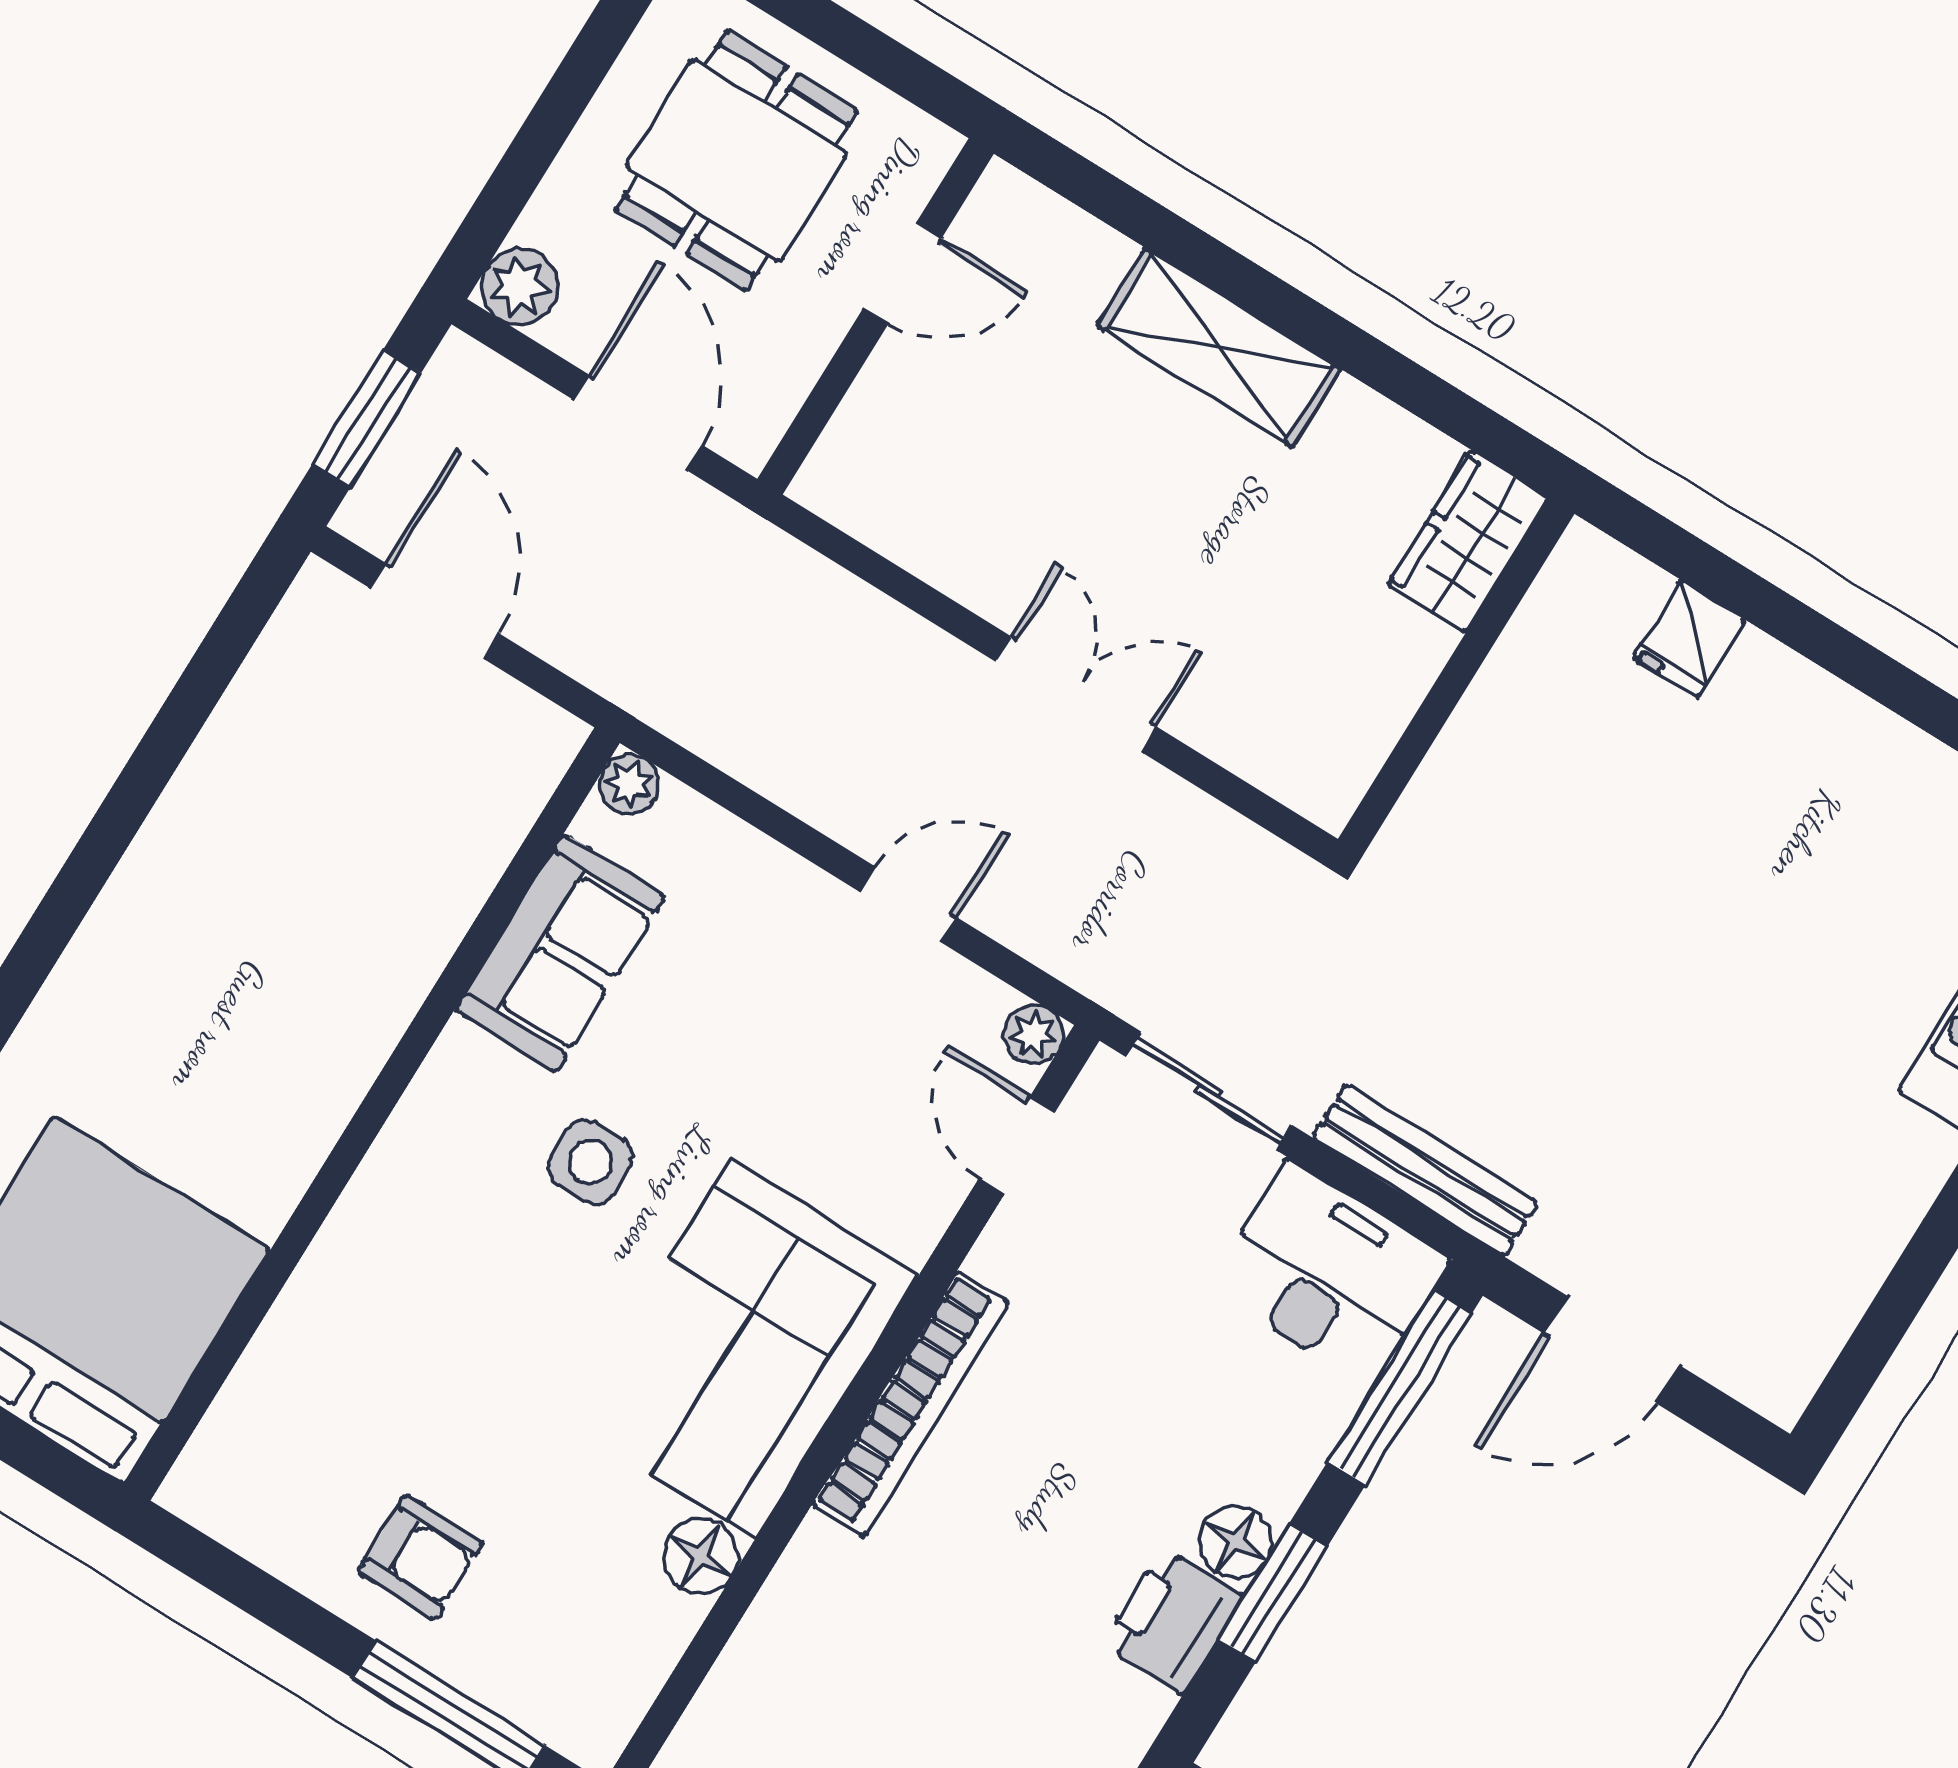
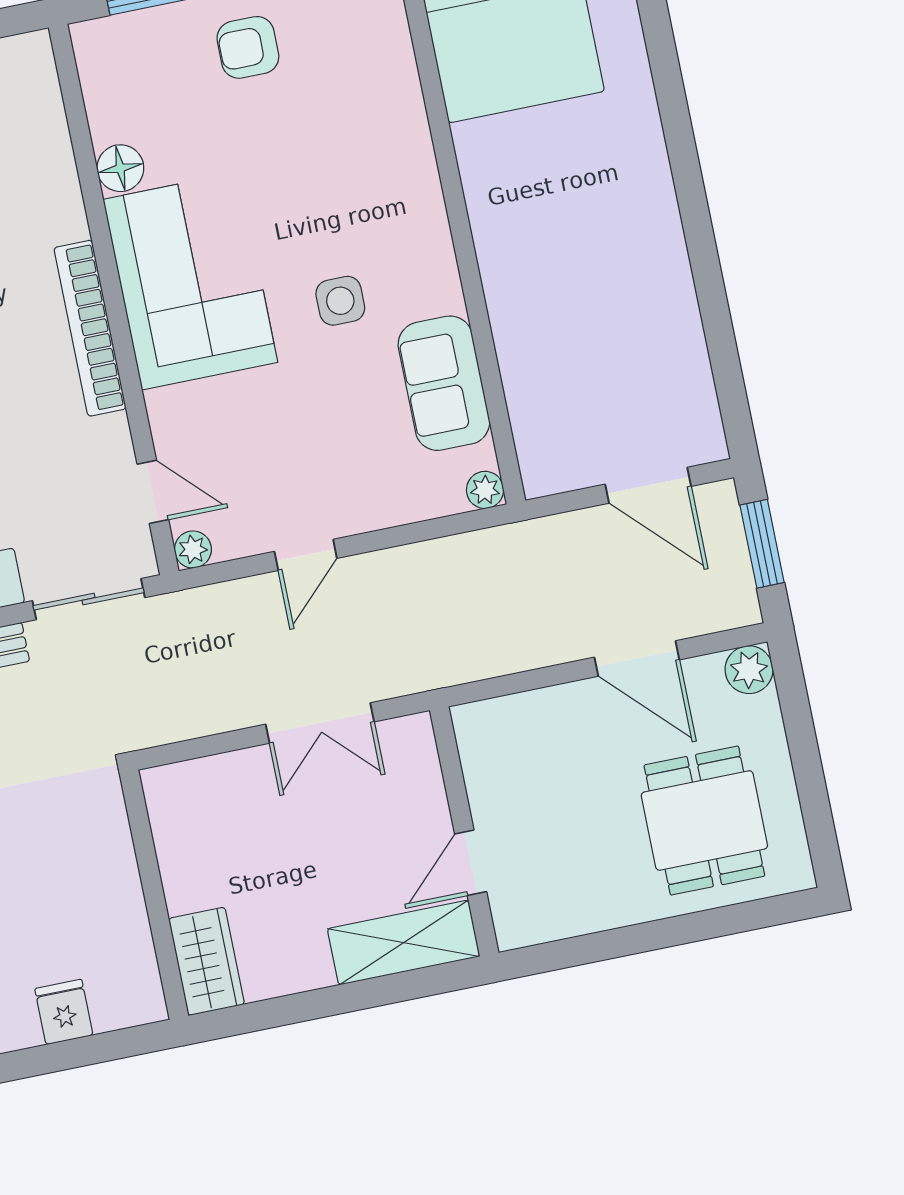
door: (902, 273) -> (471, 863), moved
wall: (876, 316) -> (464, 831), moved

